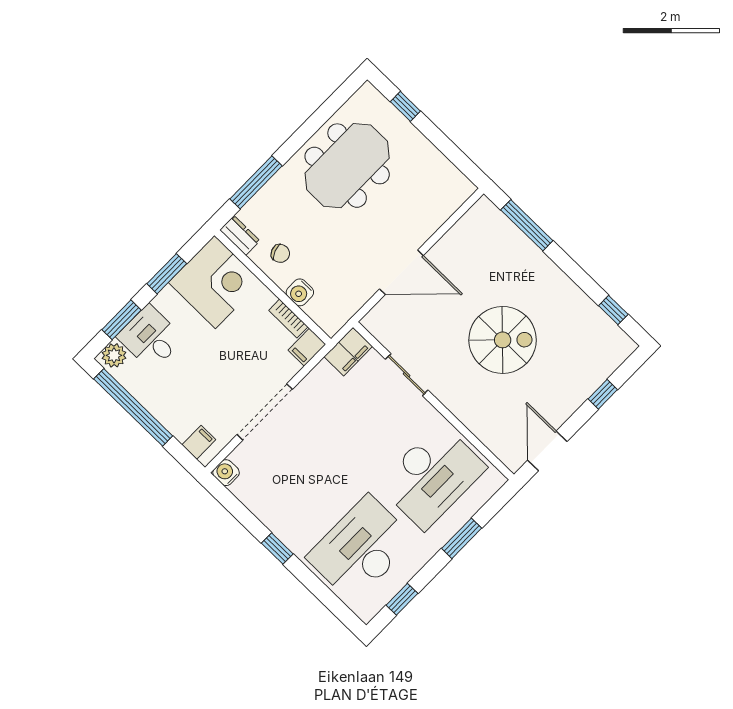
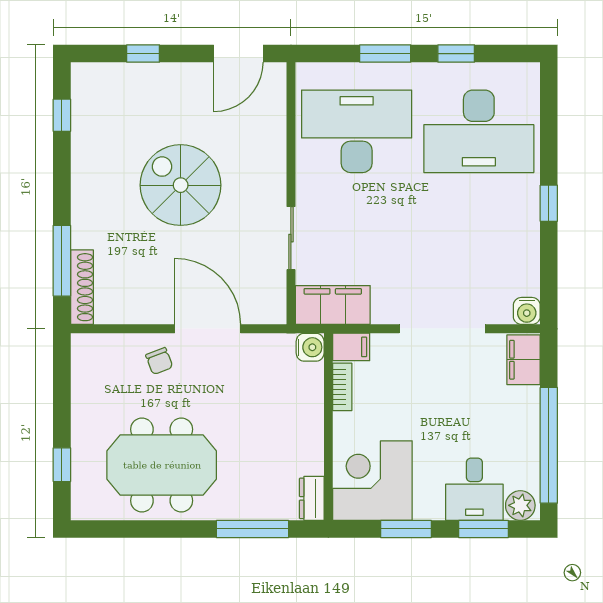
shoe rack: (499, 222) -> (82, 287), added
chair: (280, 253) -> (159, 361), moved, turned 180
water cooler: (300, 292) -> (310, 347), moved
filing cabinet: (348, 352) -> (333, 305), width x1.50, depth x1.17
filing cabinet: (199, 442) -> (524, 360), width x2.00
window: (402, 599) -> (456, 54), moved

